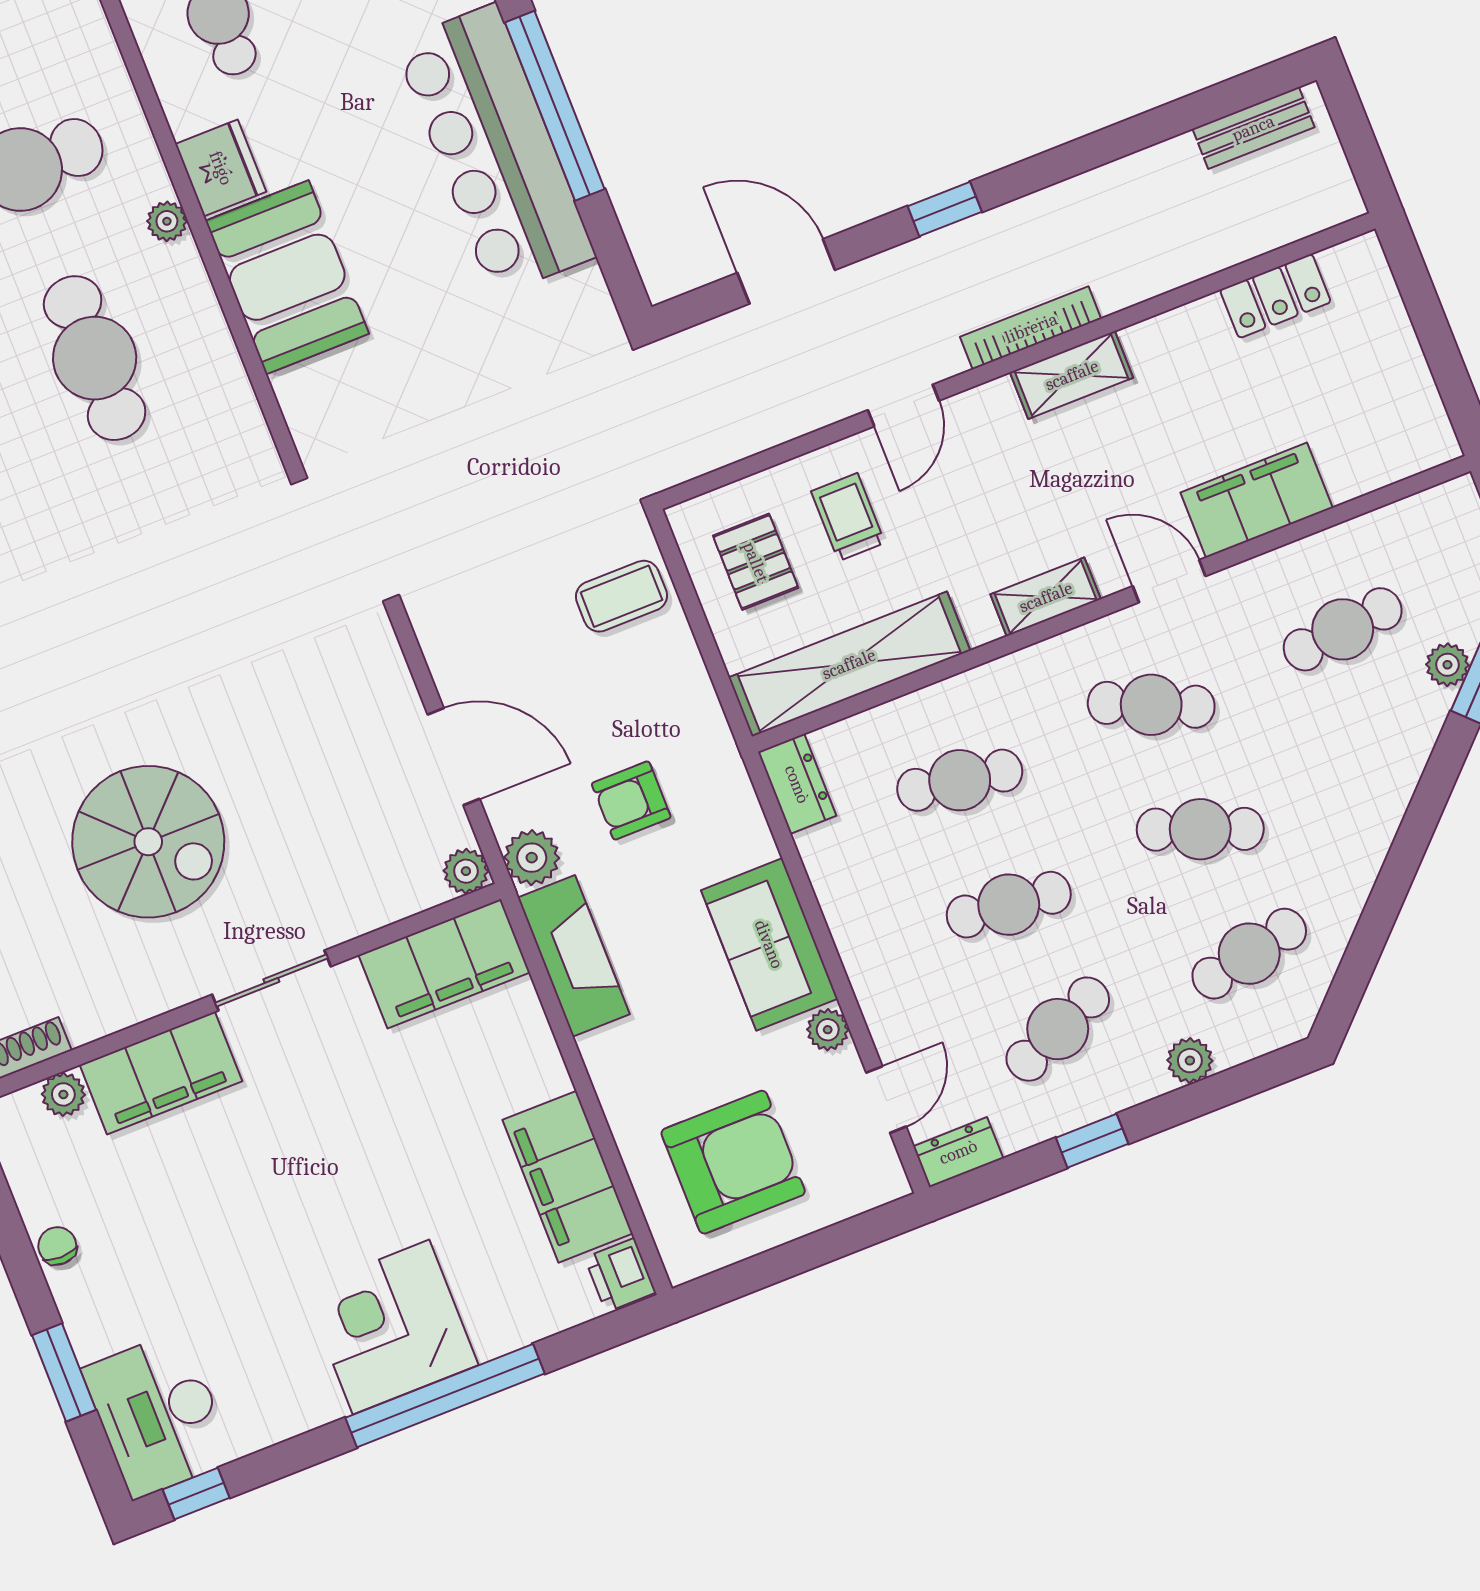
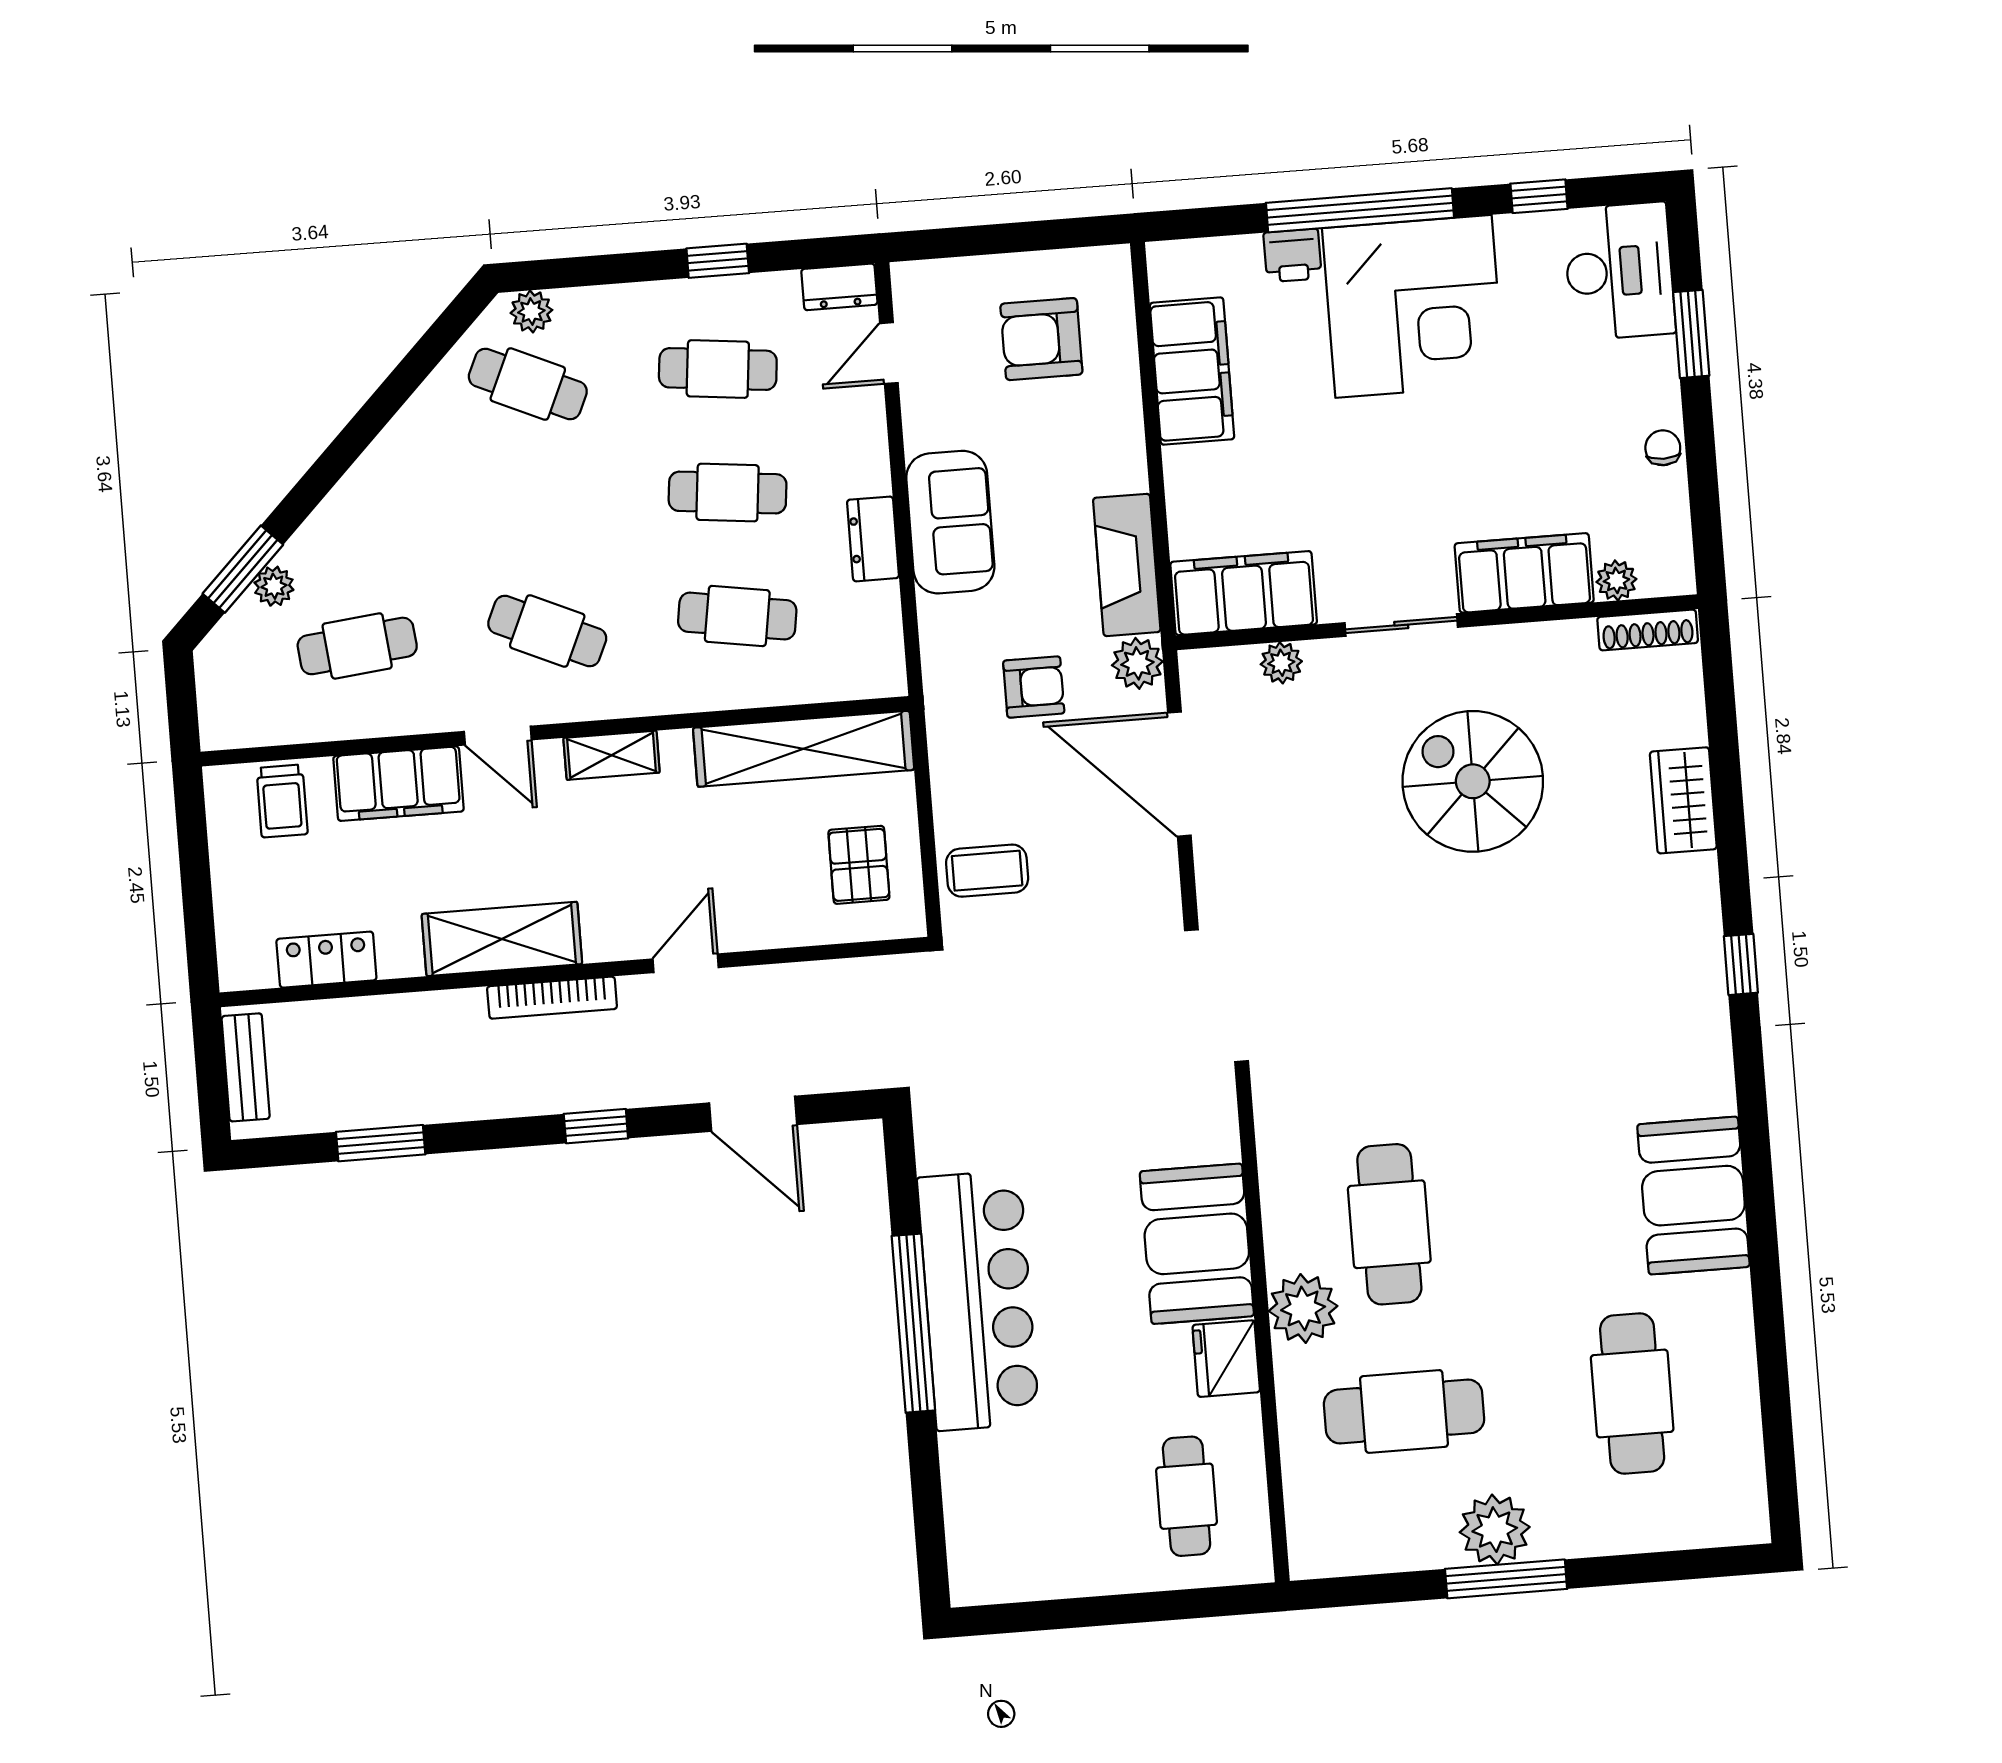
window: (1162, 124) -> (381, 1143), added
bench: (1253, 128) -> (246, 1067), moved, turned 90
plant: (167, 221) -> (1303, 1308), width x1.88, depth x1.88
shelving: (1072, 375) -> (502, 939), width x1.50, depth x1.33
trolley: (848, 517) -> (282, 801), moved
door: (454, 757) -> (1179, 774), width x1.36
dresser: (797, 784) -> (873, 539), moved
cafe table: (1200, 829) -> (538, 508), removed
plant: (466, 871) -> (1281, 663), moved
cafe table: (1249, 954) -> (528, 384), turned 36
cafe table: (1058, 1029) -> (718, 369), turned 30
plant: (828, 1030) -> (922, 431), removed
plant: (1190, 1061) -> (531, 311), moved
armchair: (733, 1162) -> (1041, 339), width x0.73, depth x0.73
chair: (57, 1246) -> (1663, 448), turned 180
printer: (620, 1275) -> (1293, 255), moved, turned 90
corner desk: (391, 1327) -> (1413, 306), width x1.36, depth x1.36
window: (196, 1494) -> (1539, 196), moved

